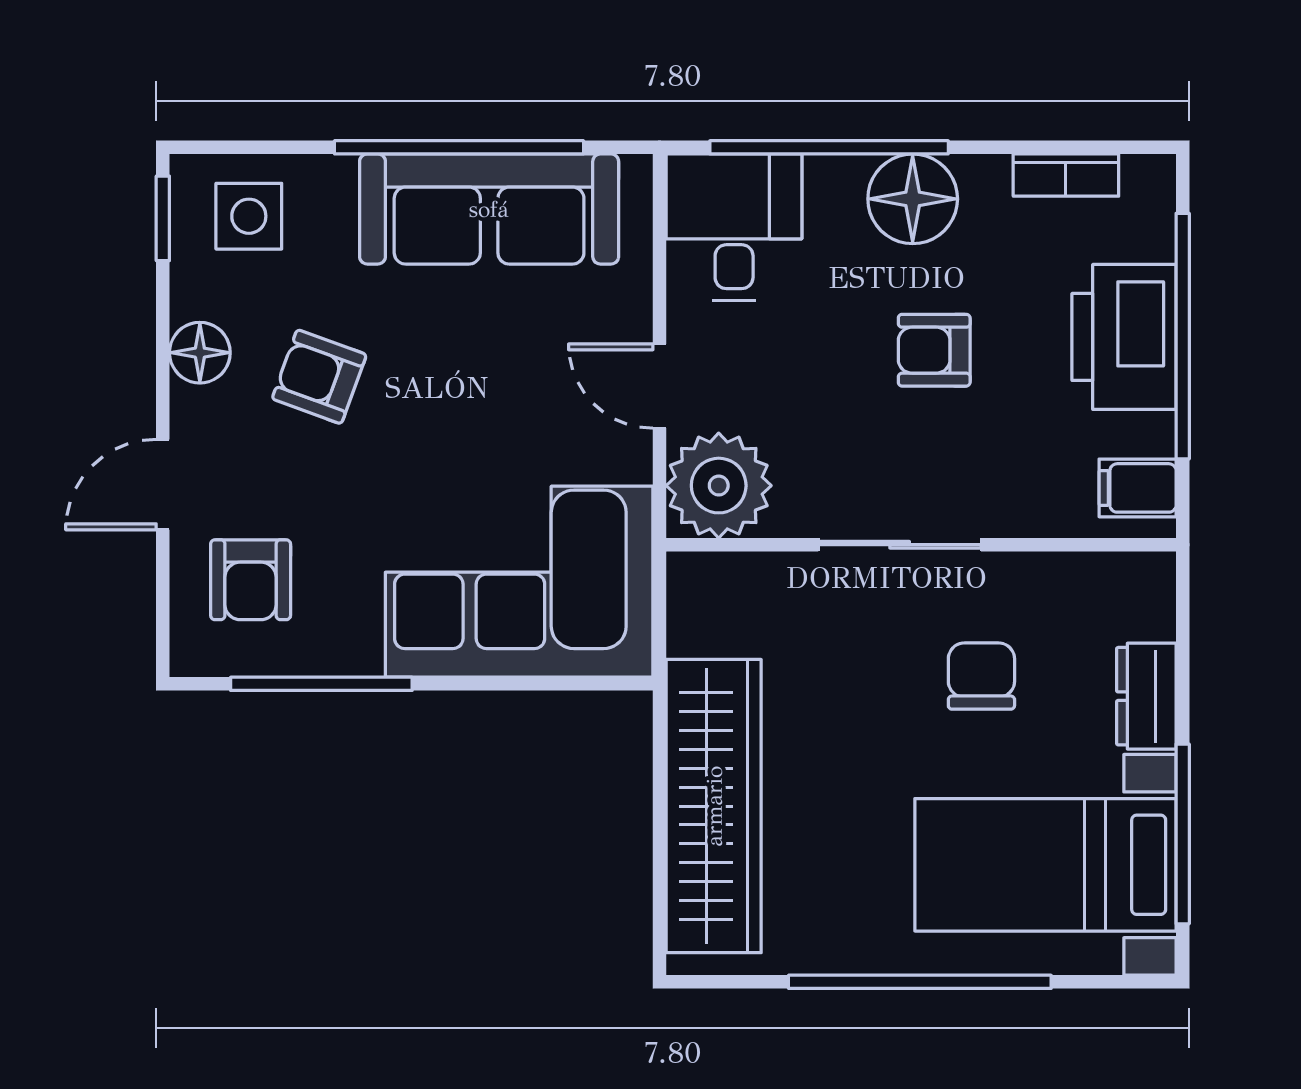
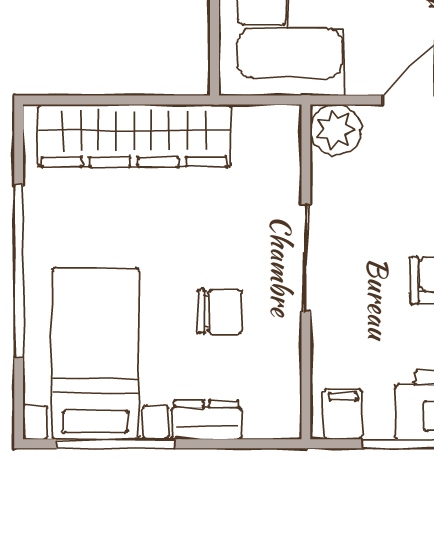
plant: (719, 486) -> (336, 130), width x0.73, depth x0.73

